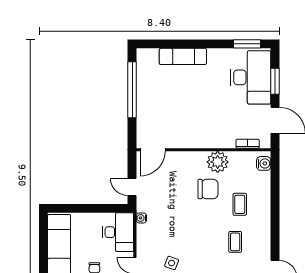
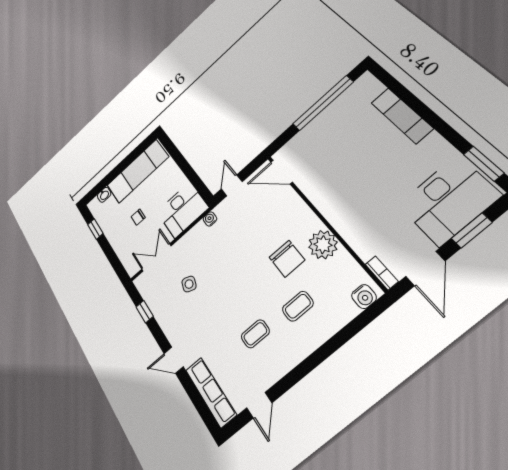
bookcase: (248, 144) -> (382, 273), moved

